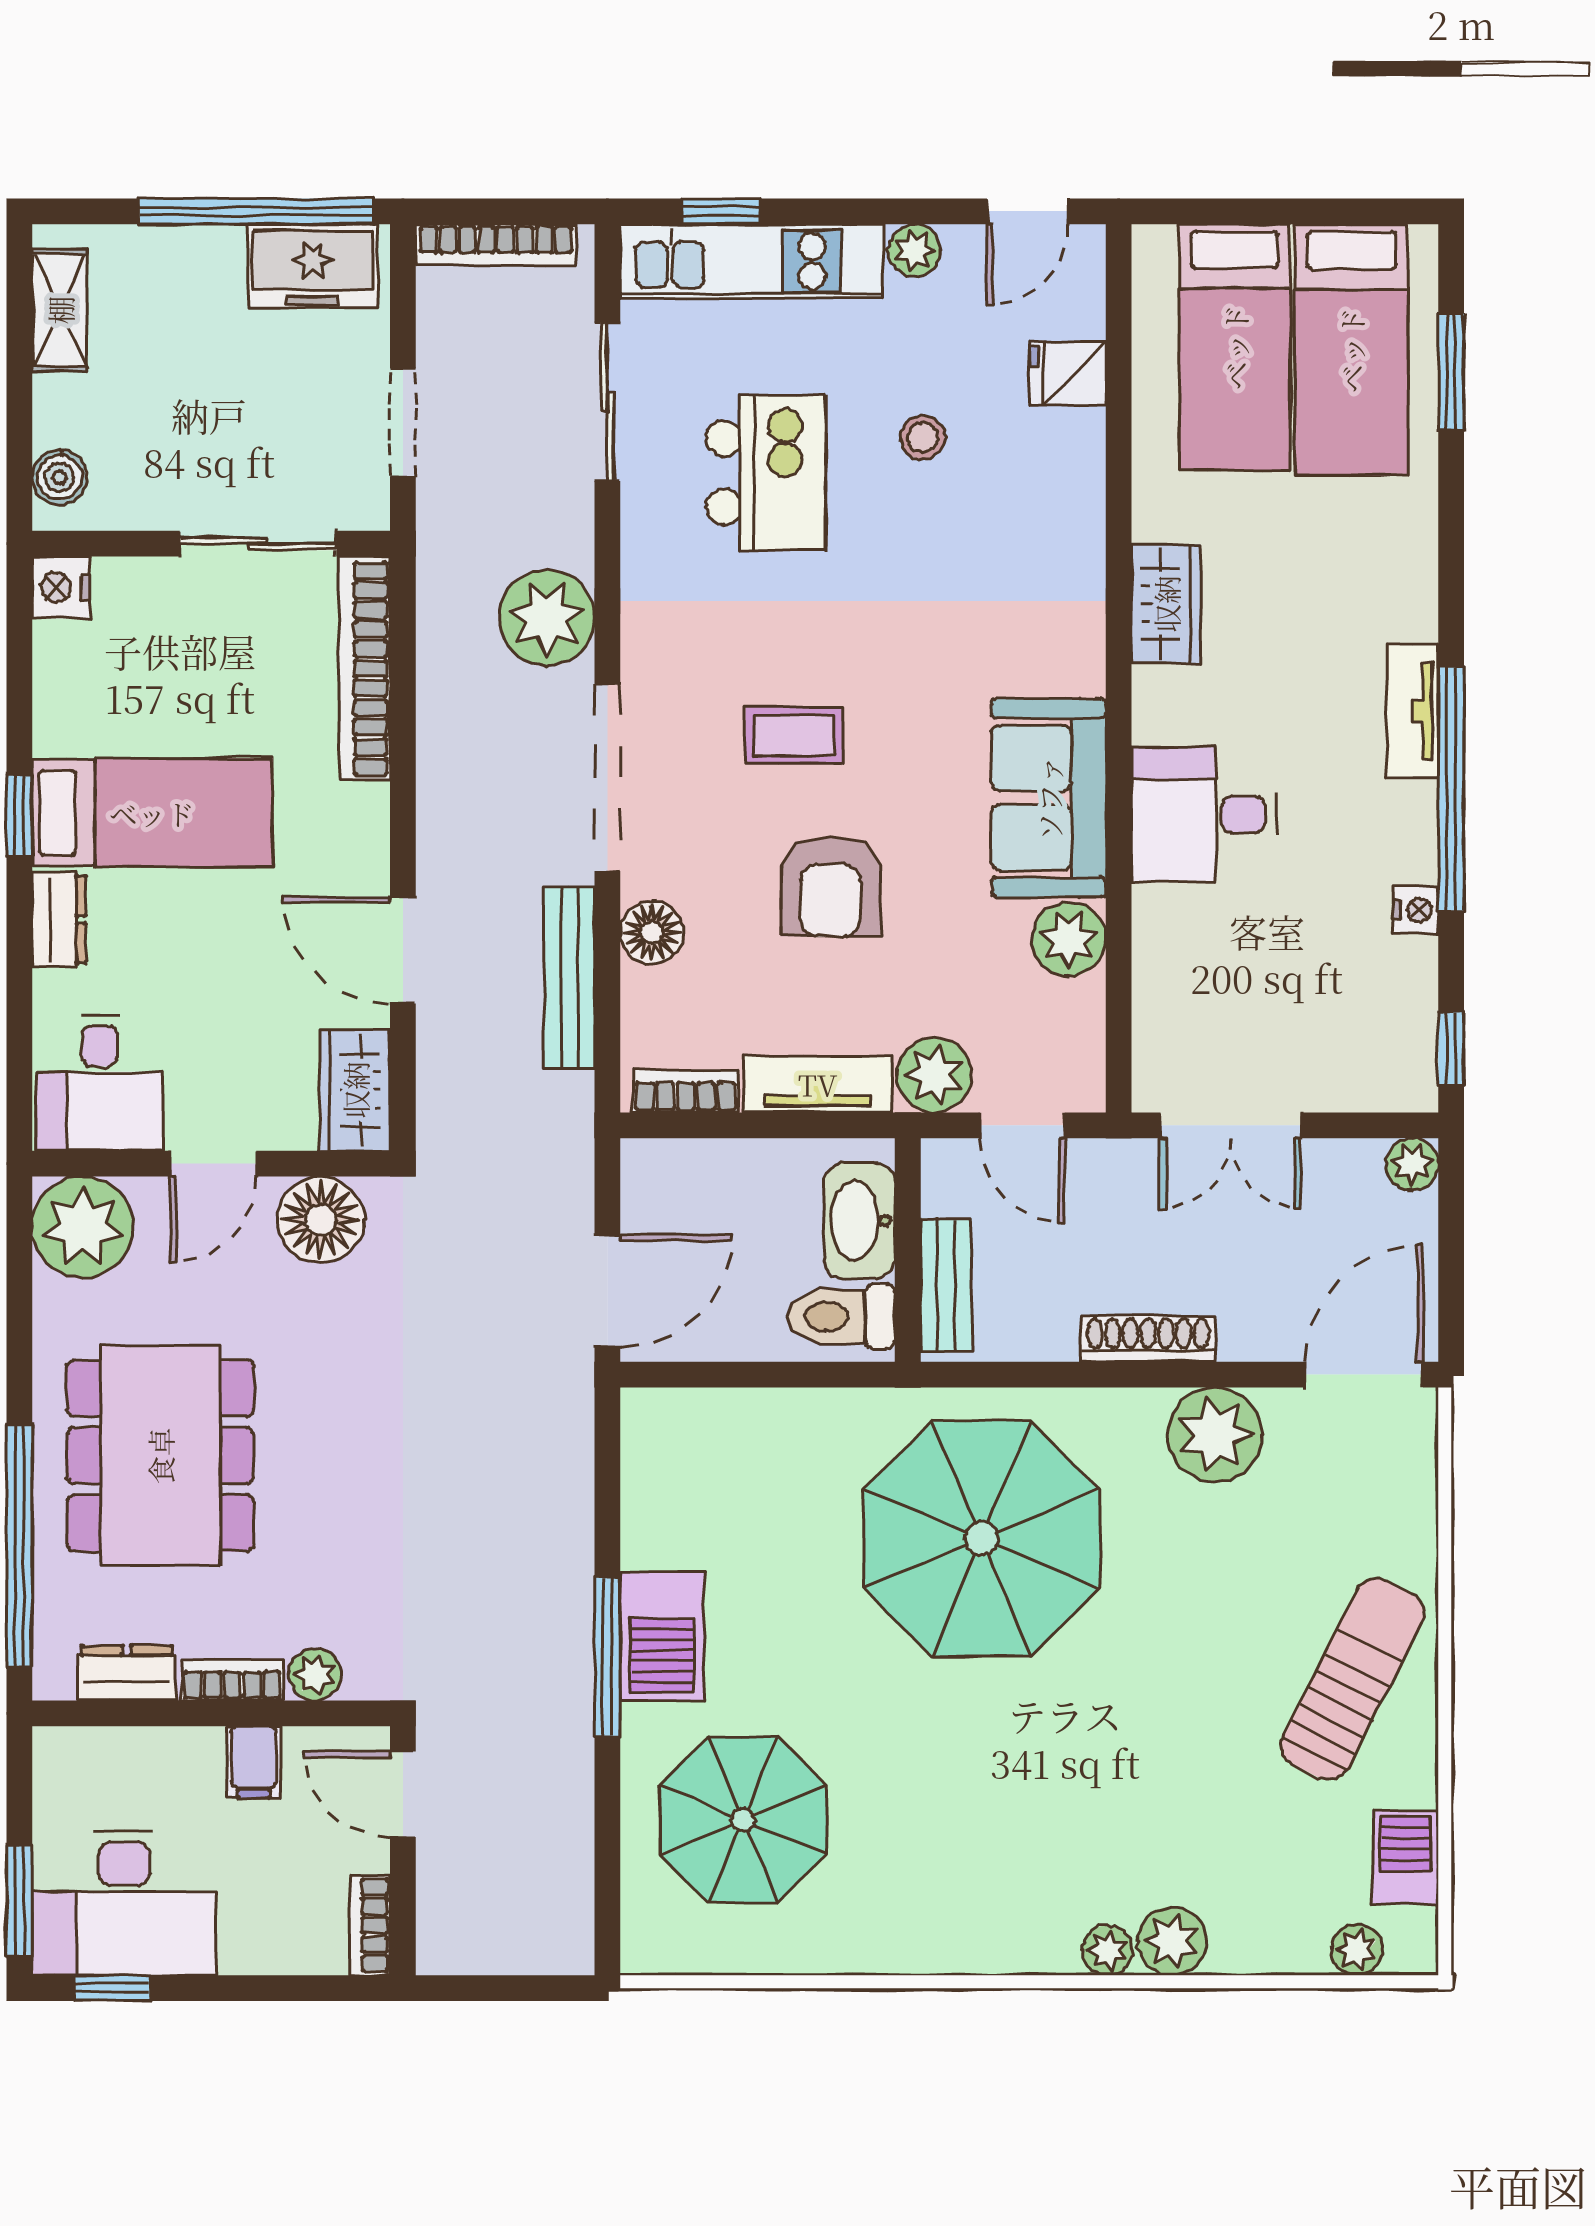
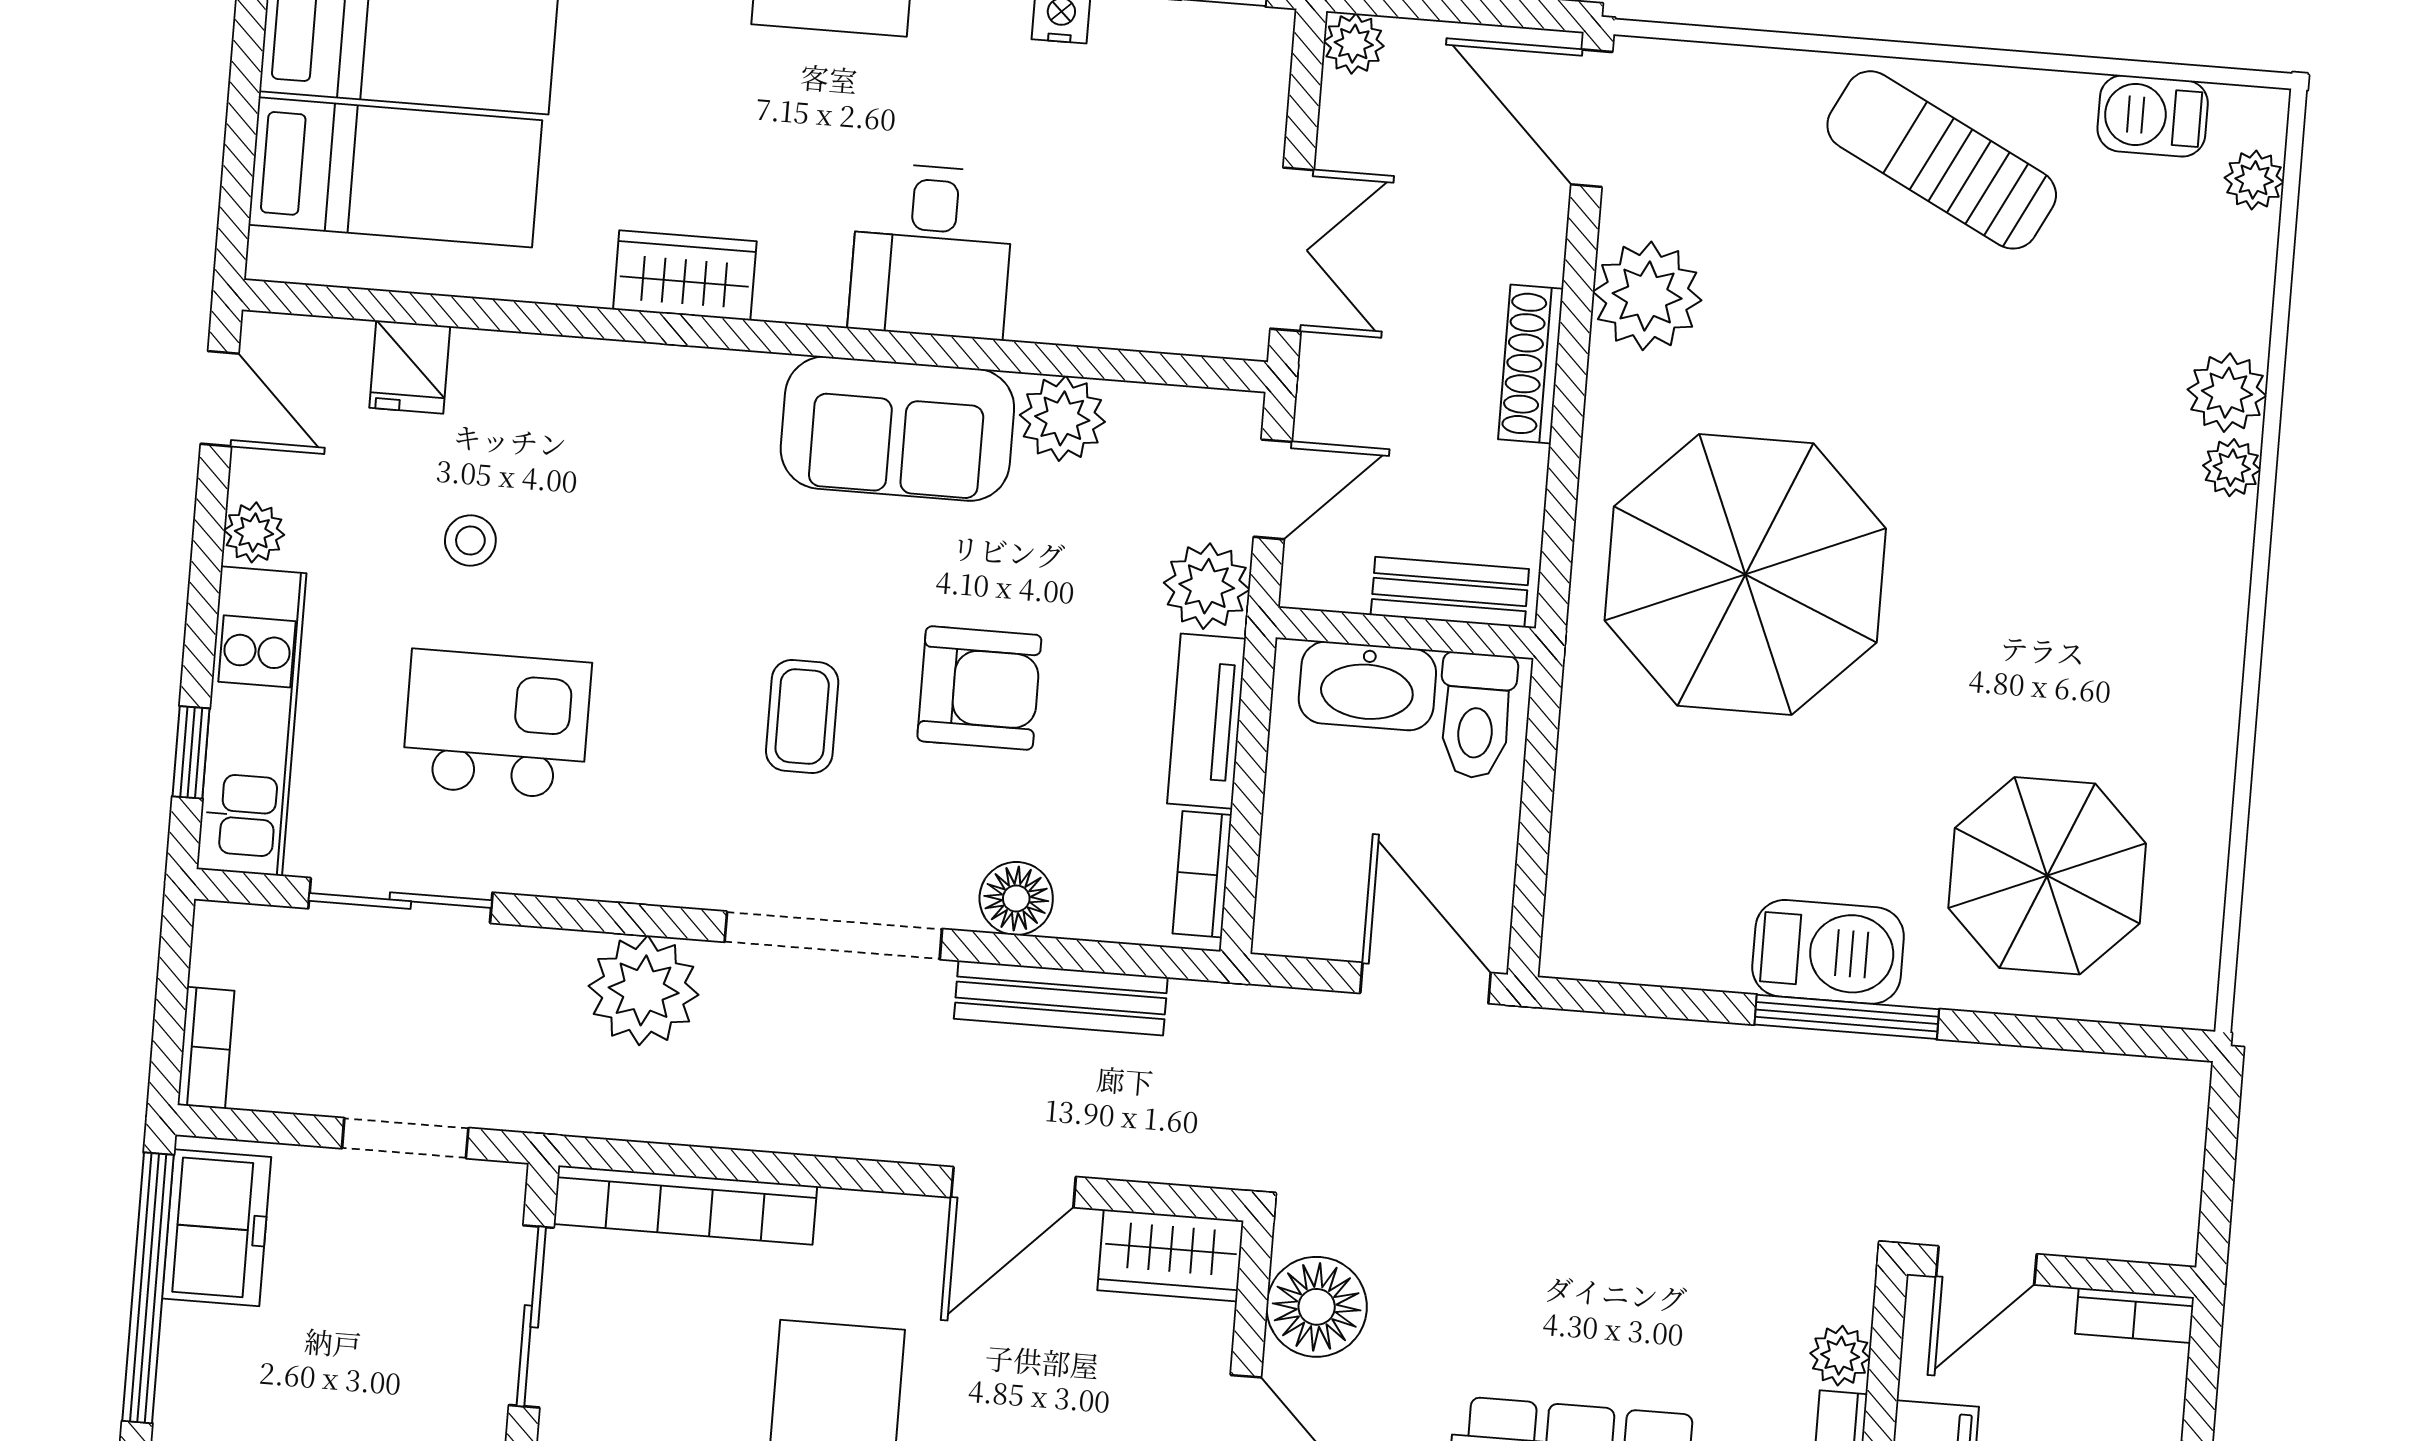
bookcase: (496, 245) -> (206, 1048), width x0.64

